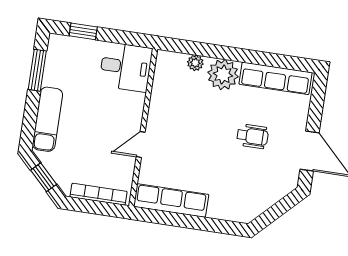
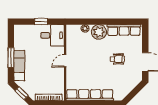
window: (83, 31) -> (41, 22), moved
window: (37, 70) -> (11, 58), moved
door: (141, 144) -> (65, 61), moved
row of seats: (171, 200) -> (90, 95), width x1.36

